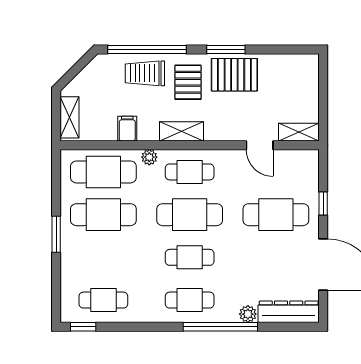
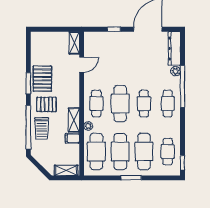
shelving: (181, 131) -> (74, 120), moved
cafe table: (276, 215) -> (144, 151), moved

